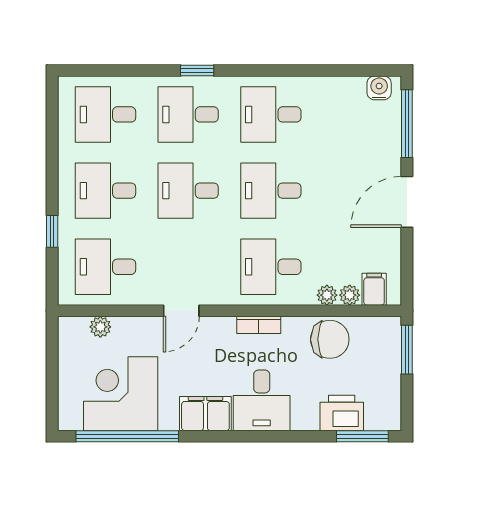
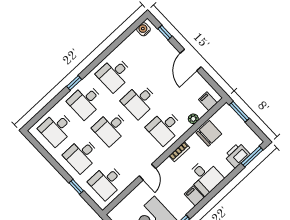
window: (407, 124) -> (165, 33), width x0.46
plant: (350, 295) -> (201, 111), removed
plant: (100, 327) -> (124, 204), removed
filing cabinet: (205, 414) -> (194, 196), width x0.50

